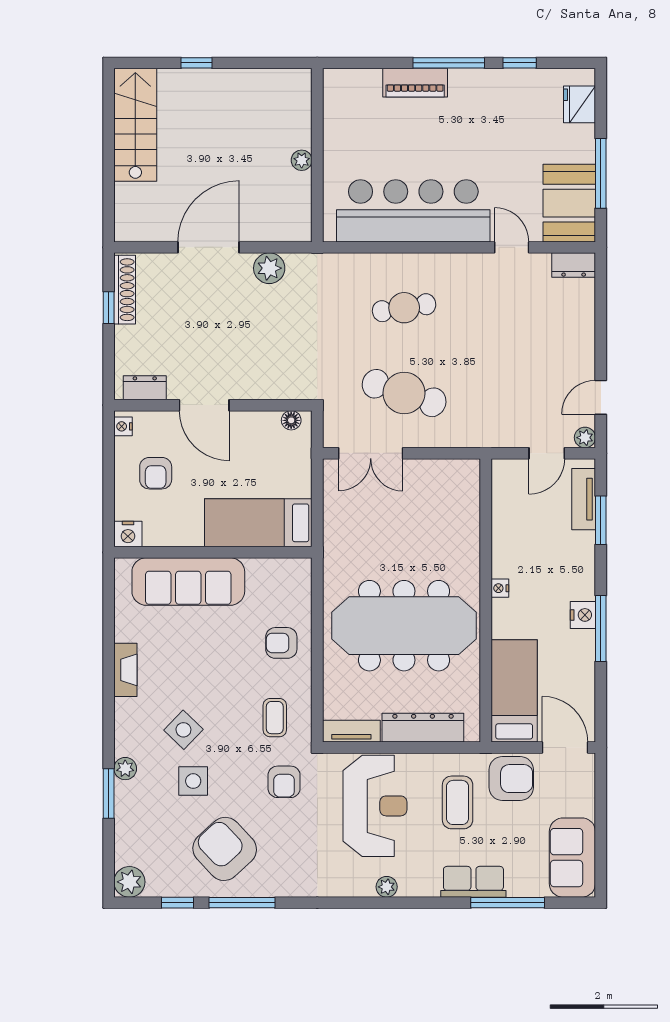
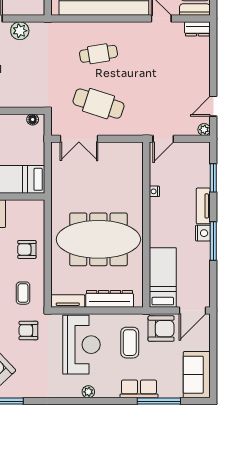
door: (547, 453) -> (163, 139), moved
tv unit: (584, 499) -> (203, 206), moved
nightstand: (500, 588) -> (154, 191), moved
door: (565, 748) -> (192, 311), swing flipped
armchair: (284, 782) -> (28, 331), turned 90

